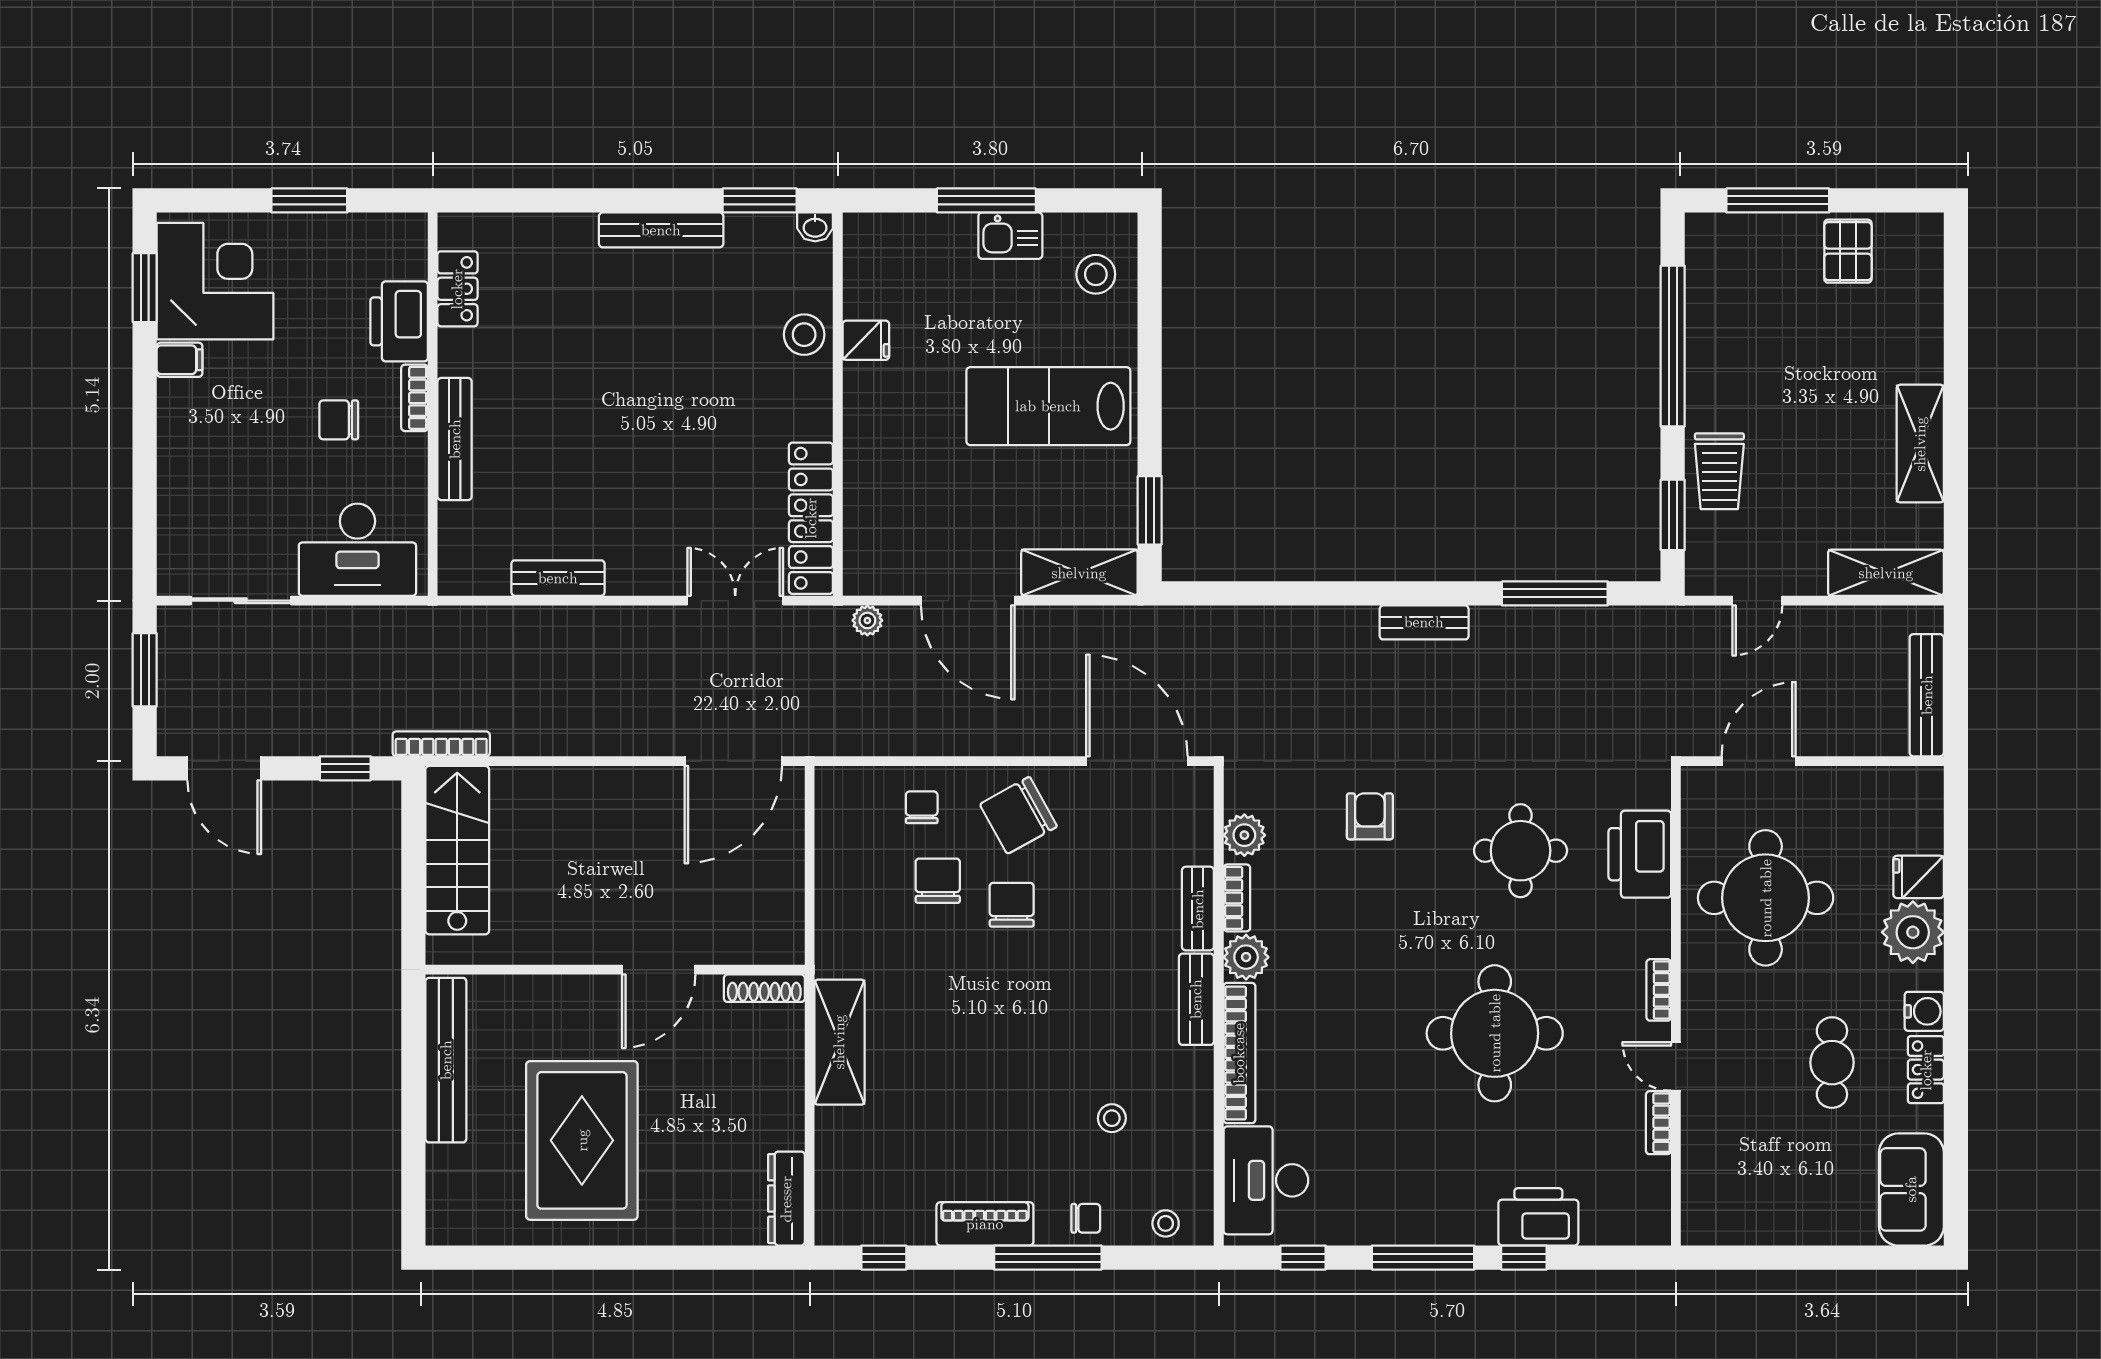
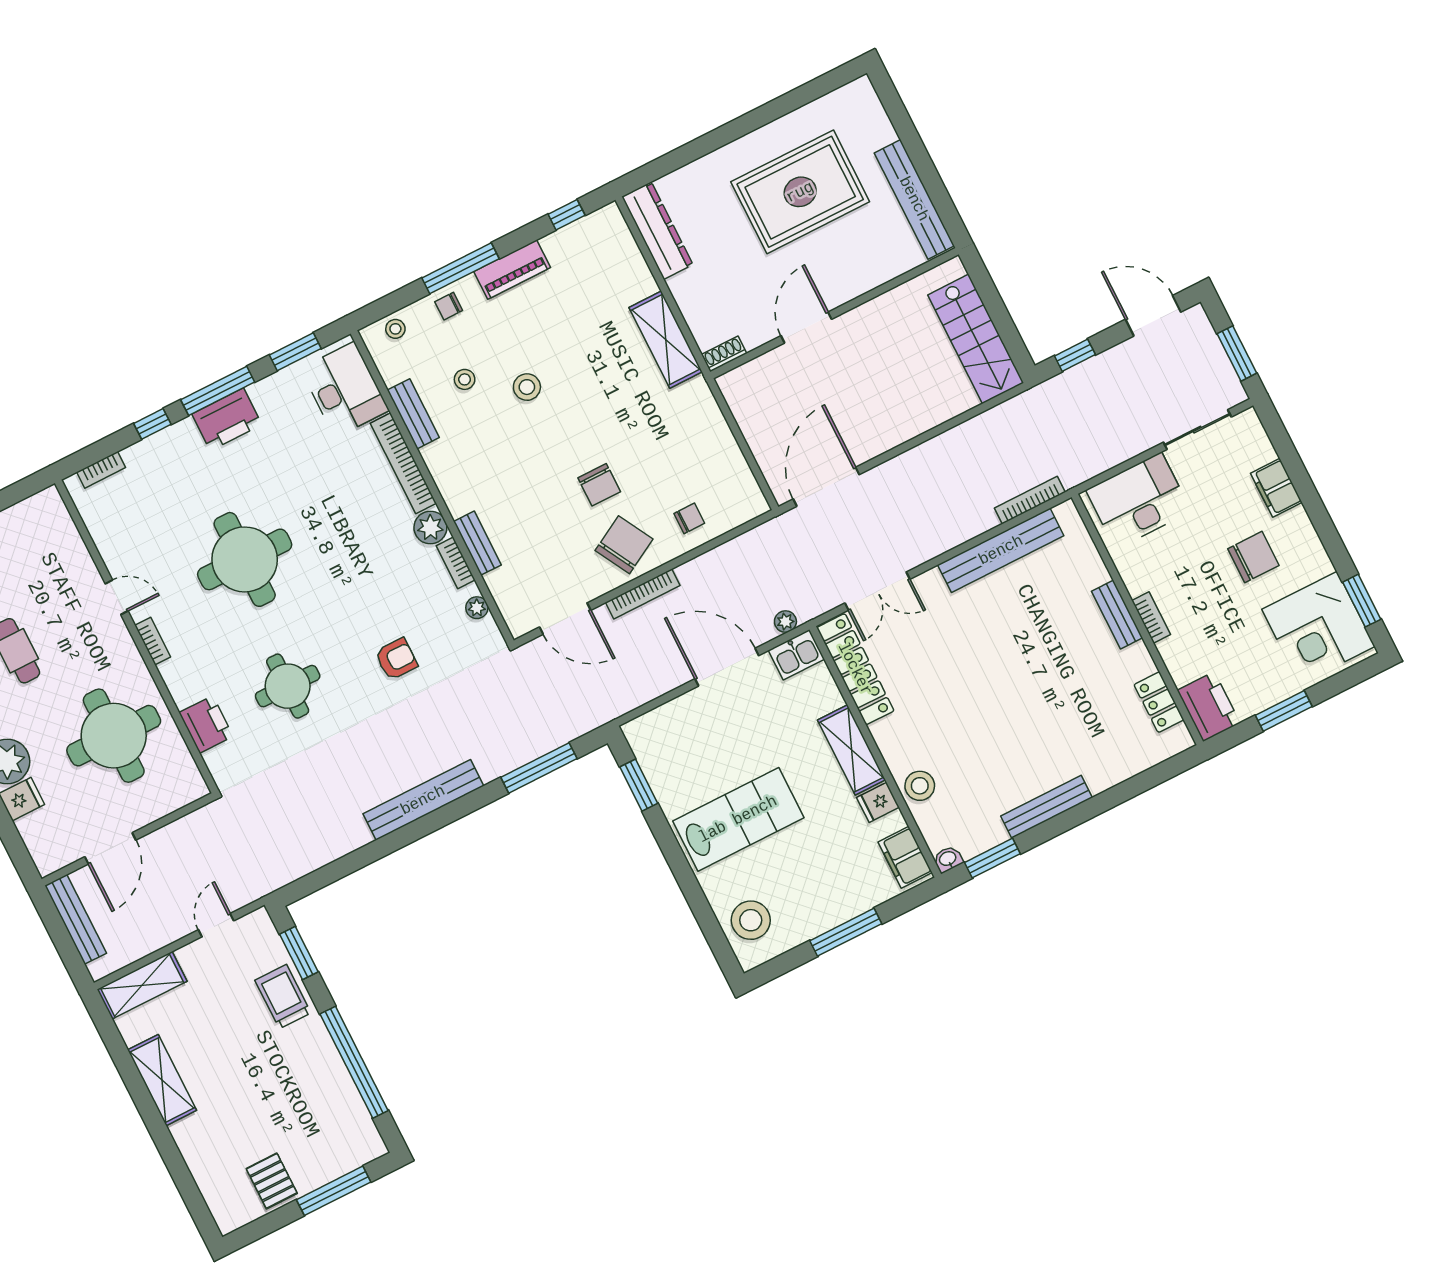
kitchen sink: (1010, 236) -> (796, 655), moved, turned 180
filing cabinet: (866, 256) -> (905, 857), added
stool: (1096, 274) -> (751, 920), width x1.38, depth x1.38
printer: (399, 321) -> (1209, 707), moved
filing cabinet: (180, 360) -> (1276, 488), moved, width x2.00
chair: (339, 420) -> (1253, 557), moved, width x1.37, depth x1.37
bench: (455, 439) -> (1117, 615), width x0.73
shelving: (1079, 573) -> (852, 750), moved, turned 90
bench: (558, 578) -> (1001, 550), width x1.86, depth x1.21
window: (1555, 593) -> (539, 768), moved
bench: (1424, 622) -> (423, 800), width x1.86, depth x1.21
bookcase: (1026, 743) -> (643, 594), added
bookcase: (441, 744) -> (1030, 500), moved, turned 180
door: (1137, 761) -> (565, 619), width x0.73
door: (1759, 761) -> (110, 848), moved
chair: (922, 807) -> (689, 518), turned -90
armchair: (1370, 816) -> (396, 659), turned -90
plant: (1244, 835) -> (477, 608), width x0.73, depth x0.73
printer: (1640, 854) -> (206, 724), width x0.73, depth x0.84
chair: (938, 881) -> (655, 476), removed
shoe rack: (764, 988) -> (724, 354), width x0.70
bench: (1196, 999) -> (413, 414), moved
stool: (1040, 1070) -> (527, 387), added
bookcase: (1658, 1123) -> (101, 470), moved, turned 90
rug: (582, 1140) -> (800, 192), turned 90
dresser: (786, 1199) -> (657, 231), width x1.37, depth x1.24
printer: (1538, 1217) -> (227, 419), moved
window: (1303, 1258) -> (295, 352), width x1.50

